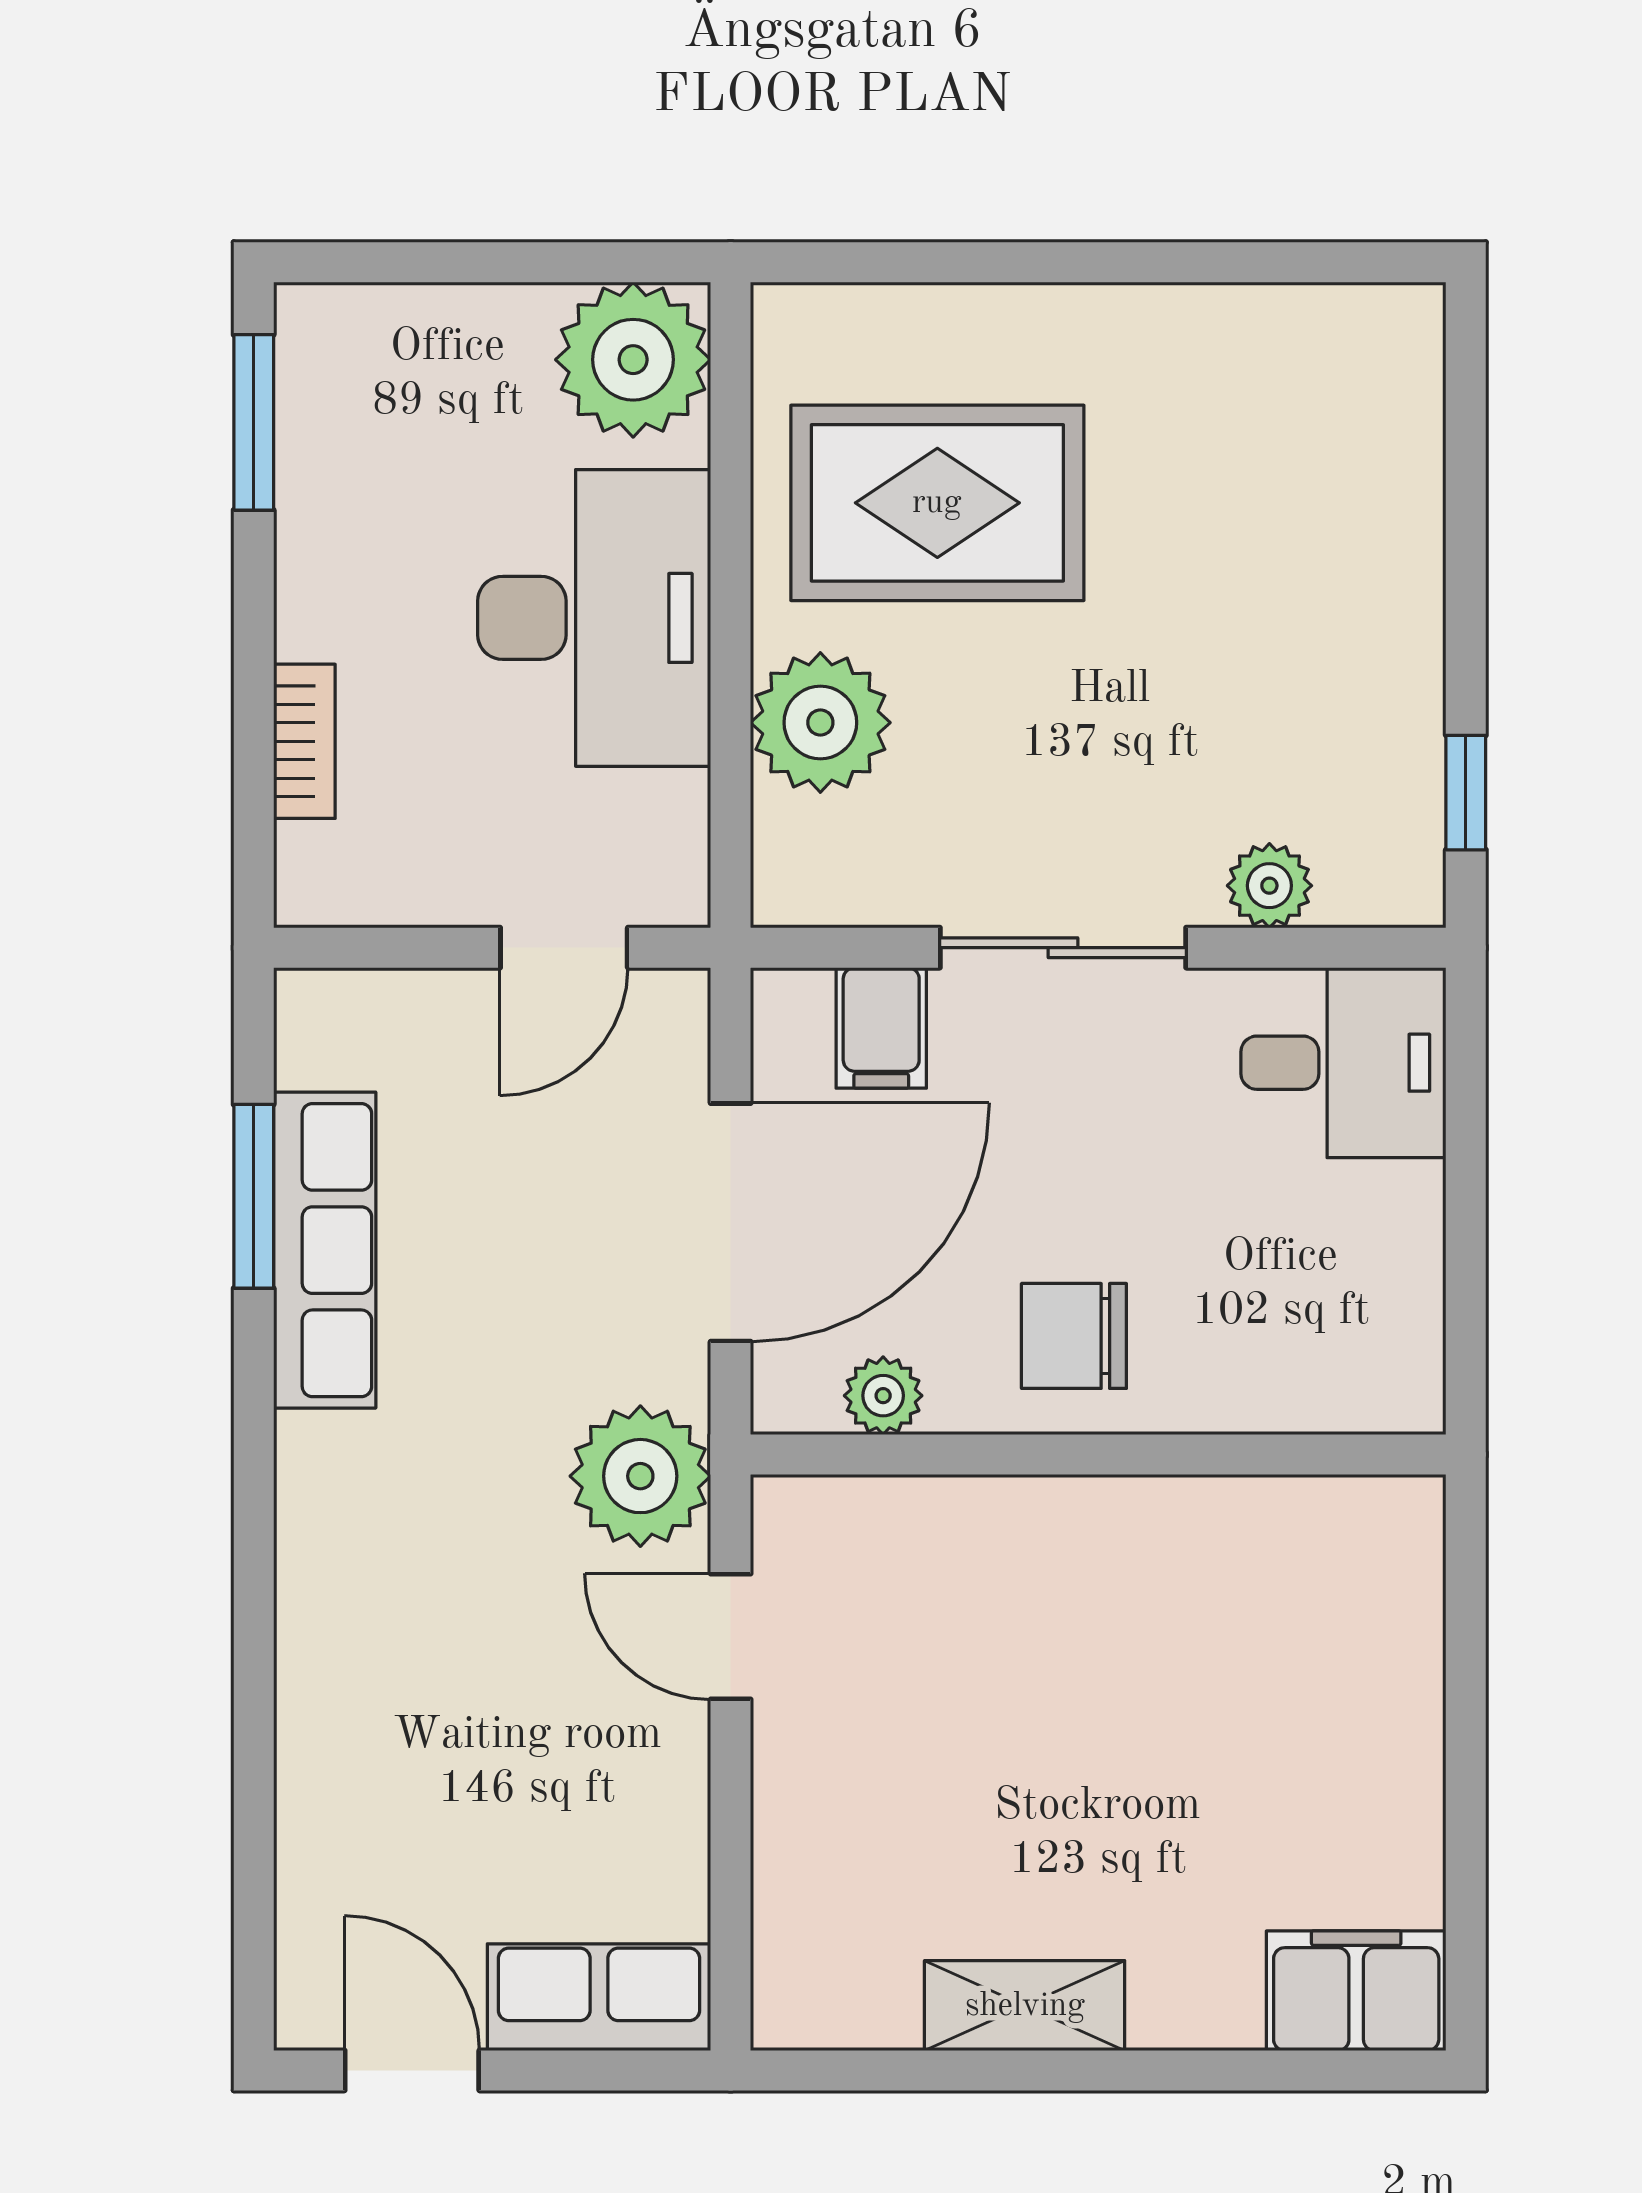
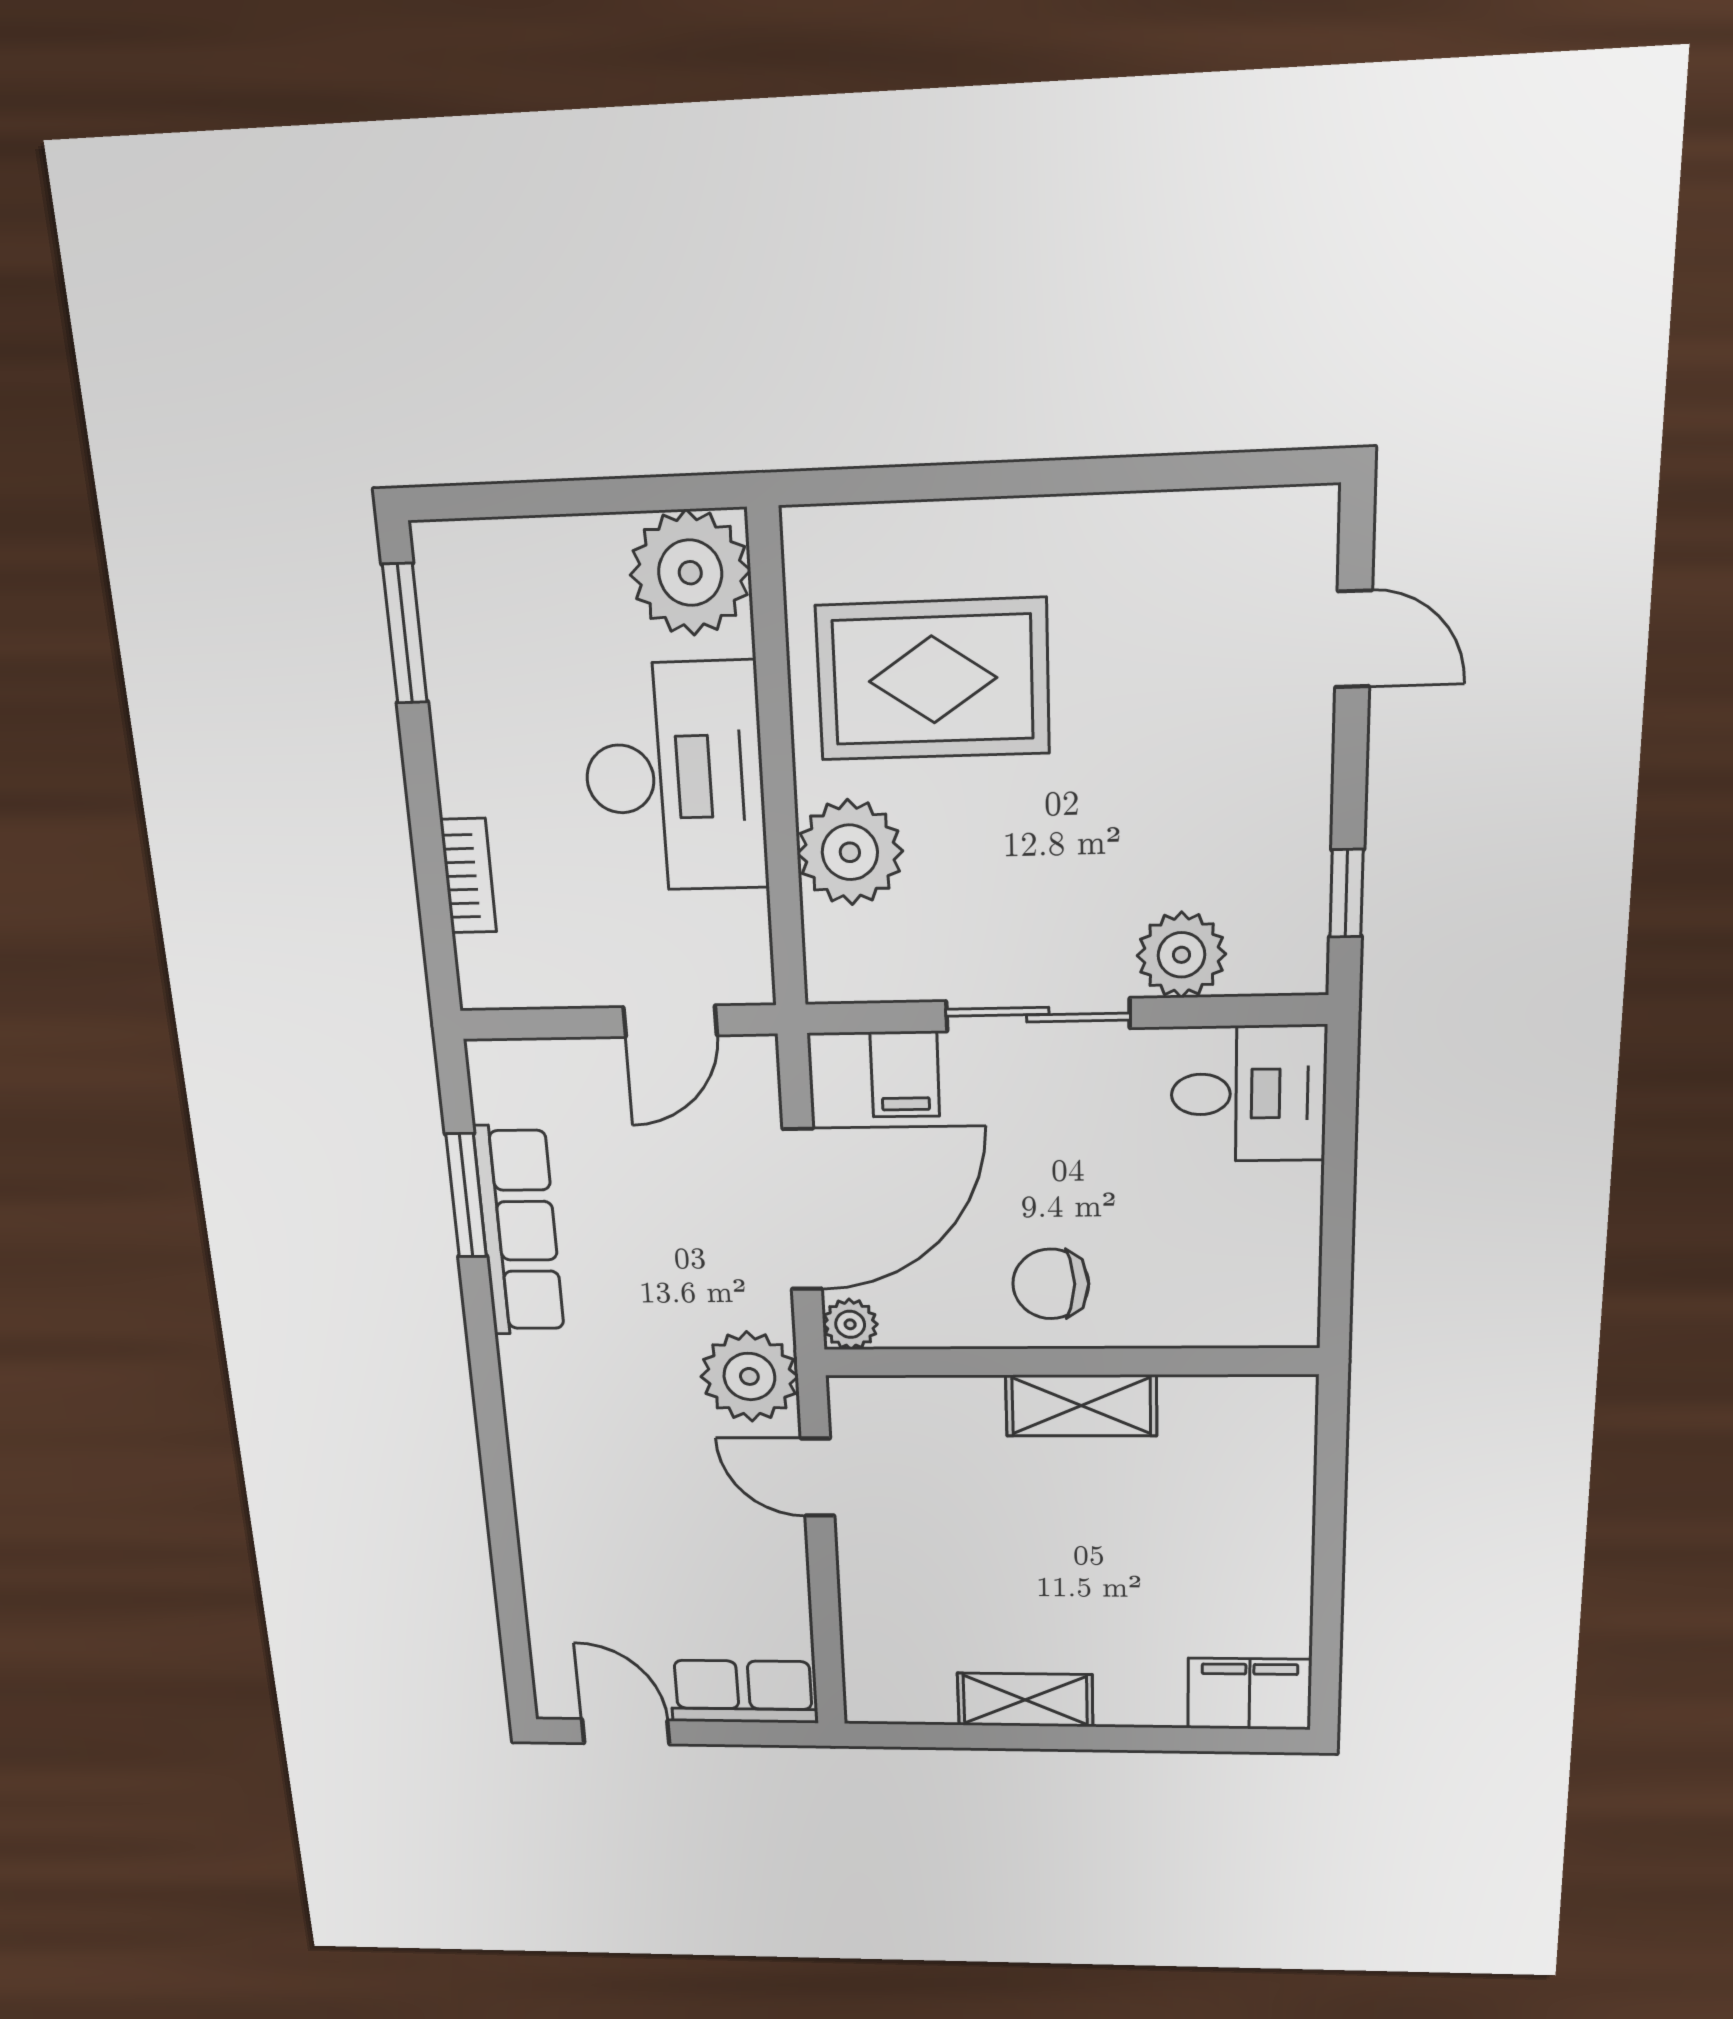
door: (1466, 470) -> (1353, 639), added
plant: (1269, 886) -> (1181, 955), width x1.38, depth x1.38
plant: (883, 1396) -> (850, 1324), moved
shelving: (1114, 1522) -> (1081, 1405), added

